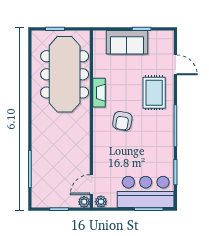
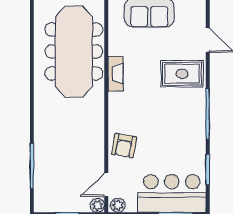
rug: (154, 93) -> (182, 74), turned 90
armchair: (122, 121) -> (124, 146), moved

